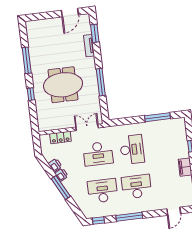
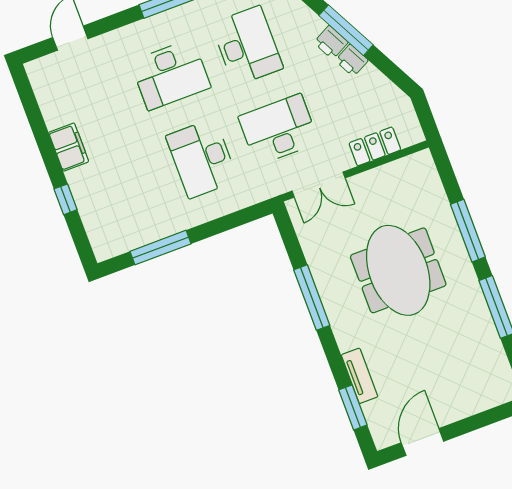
meeting table: (63, 85) -> (398, 270), turned 90
window: (31, 94) -> (468, 231), width x2.17
printer: (55, 165) -> (331, 42), moved
desk: (103, 191) -> (247, 46), turned -90

